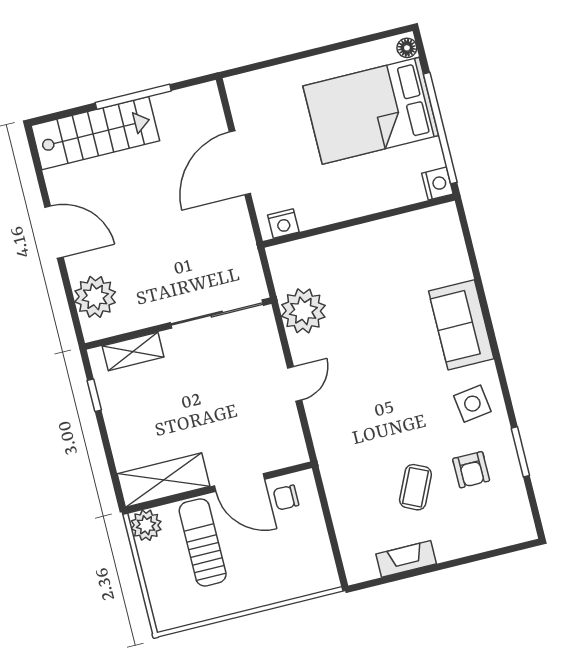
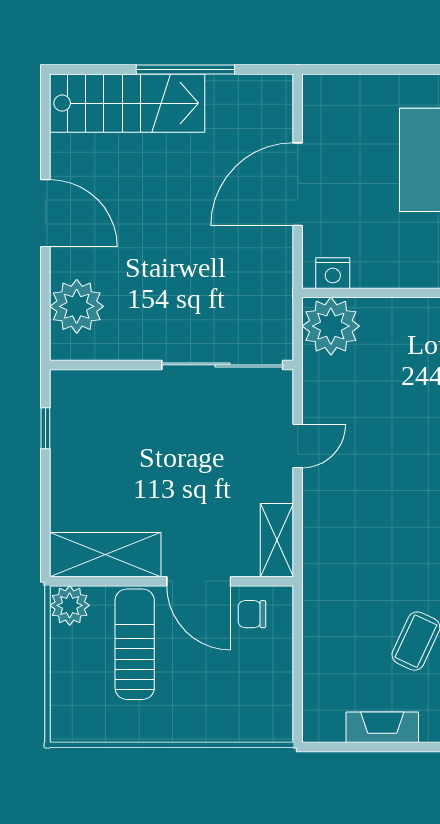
plant: (303, 311) -> (331, 326), moved
shelving: (133, 352) -> (277, 540), moved, turned 90
door: (295, 384) -> (298, 446), moved

